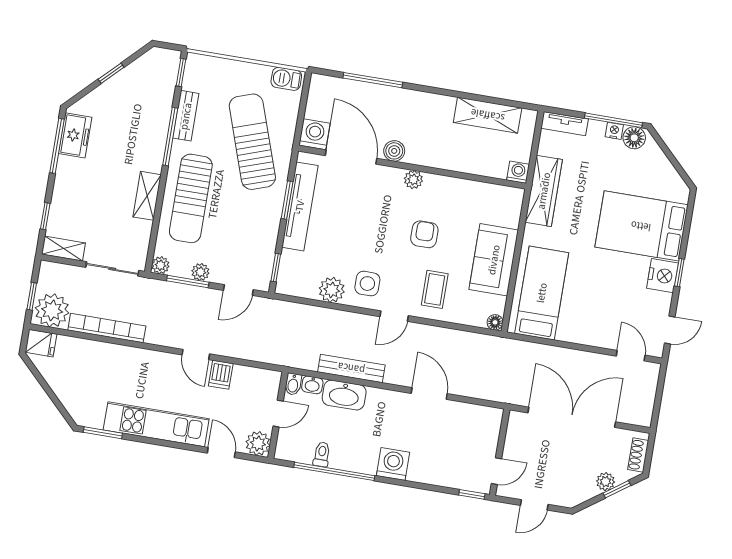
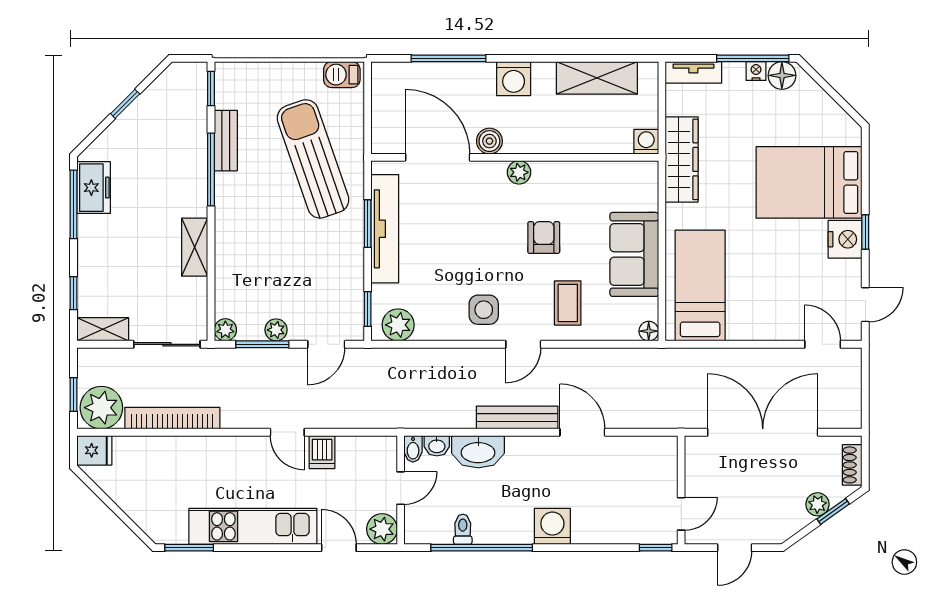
washing machine: (315, 134) -> (514, 79), moved, turned 180
sun lounger: (191, 198) -> (249, 241), removed
plant: (332, 290) -> (398, 325), moved
bench: (351, 368) -> (517, 418), moved

